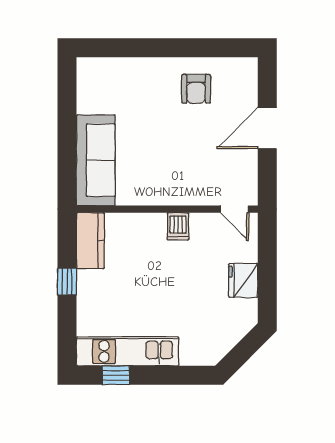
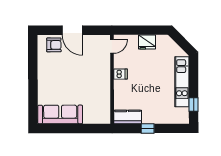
armchair: (196, 89) -> (54, 45), moved
sofa: (96, 160) -> (60, 114), moved
kitchen unit: (128, 351) -> (182, 82), moved

